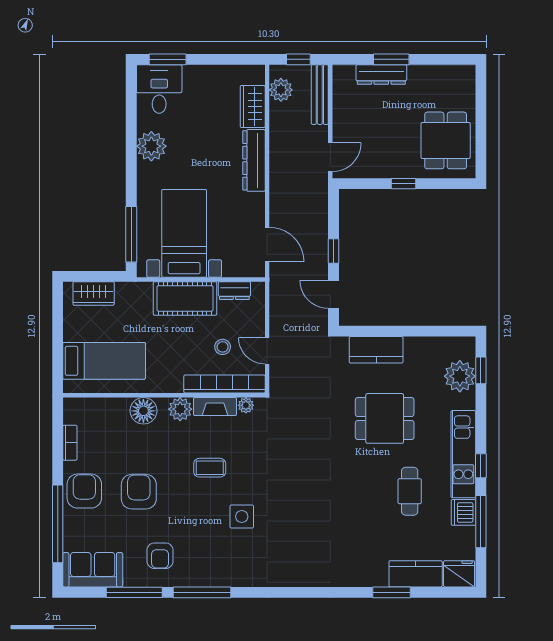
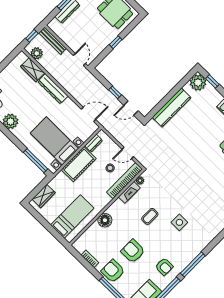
kitchen counter: (376, 350) -> (172, 108), width x1.50
plant: (460, 376) -> (198, 83), moved
plant: (180, 409) -> (118, 206), removed
dining table: (385, 418) -> (195, 134), removed

